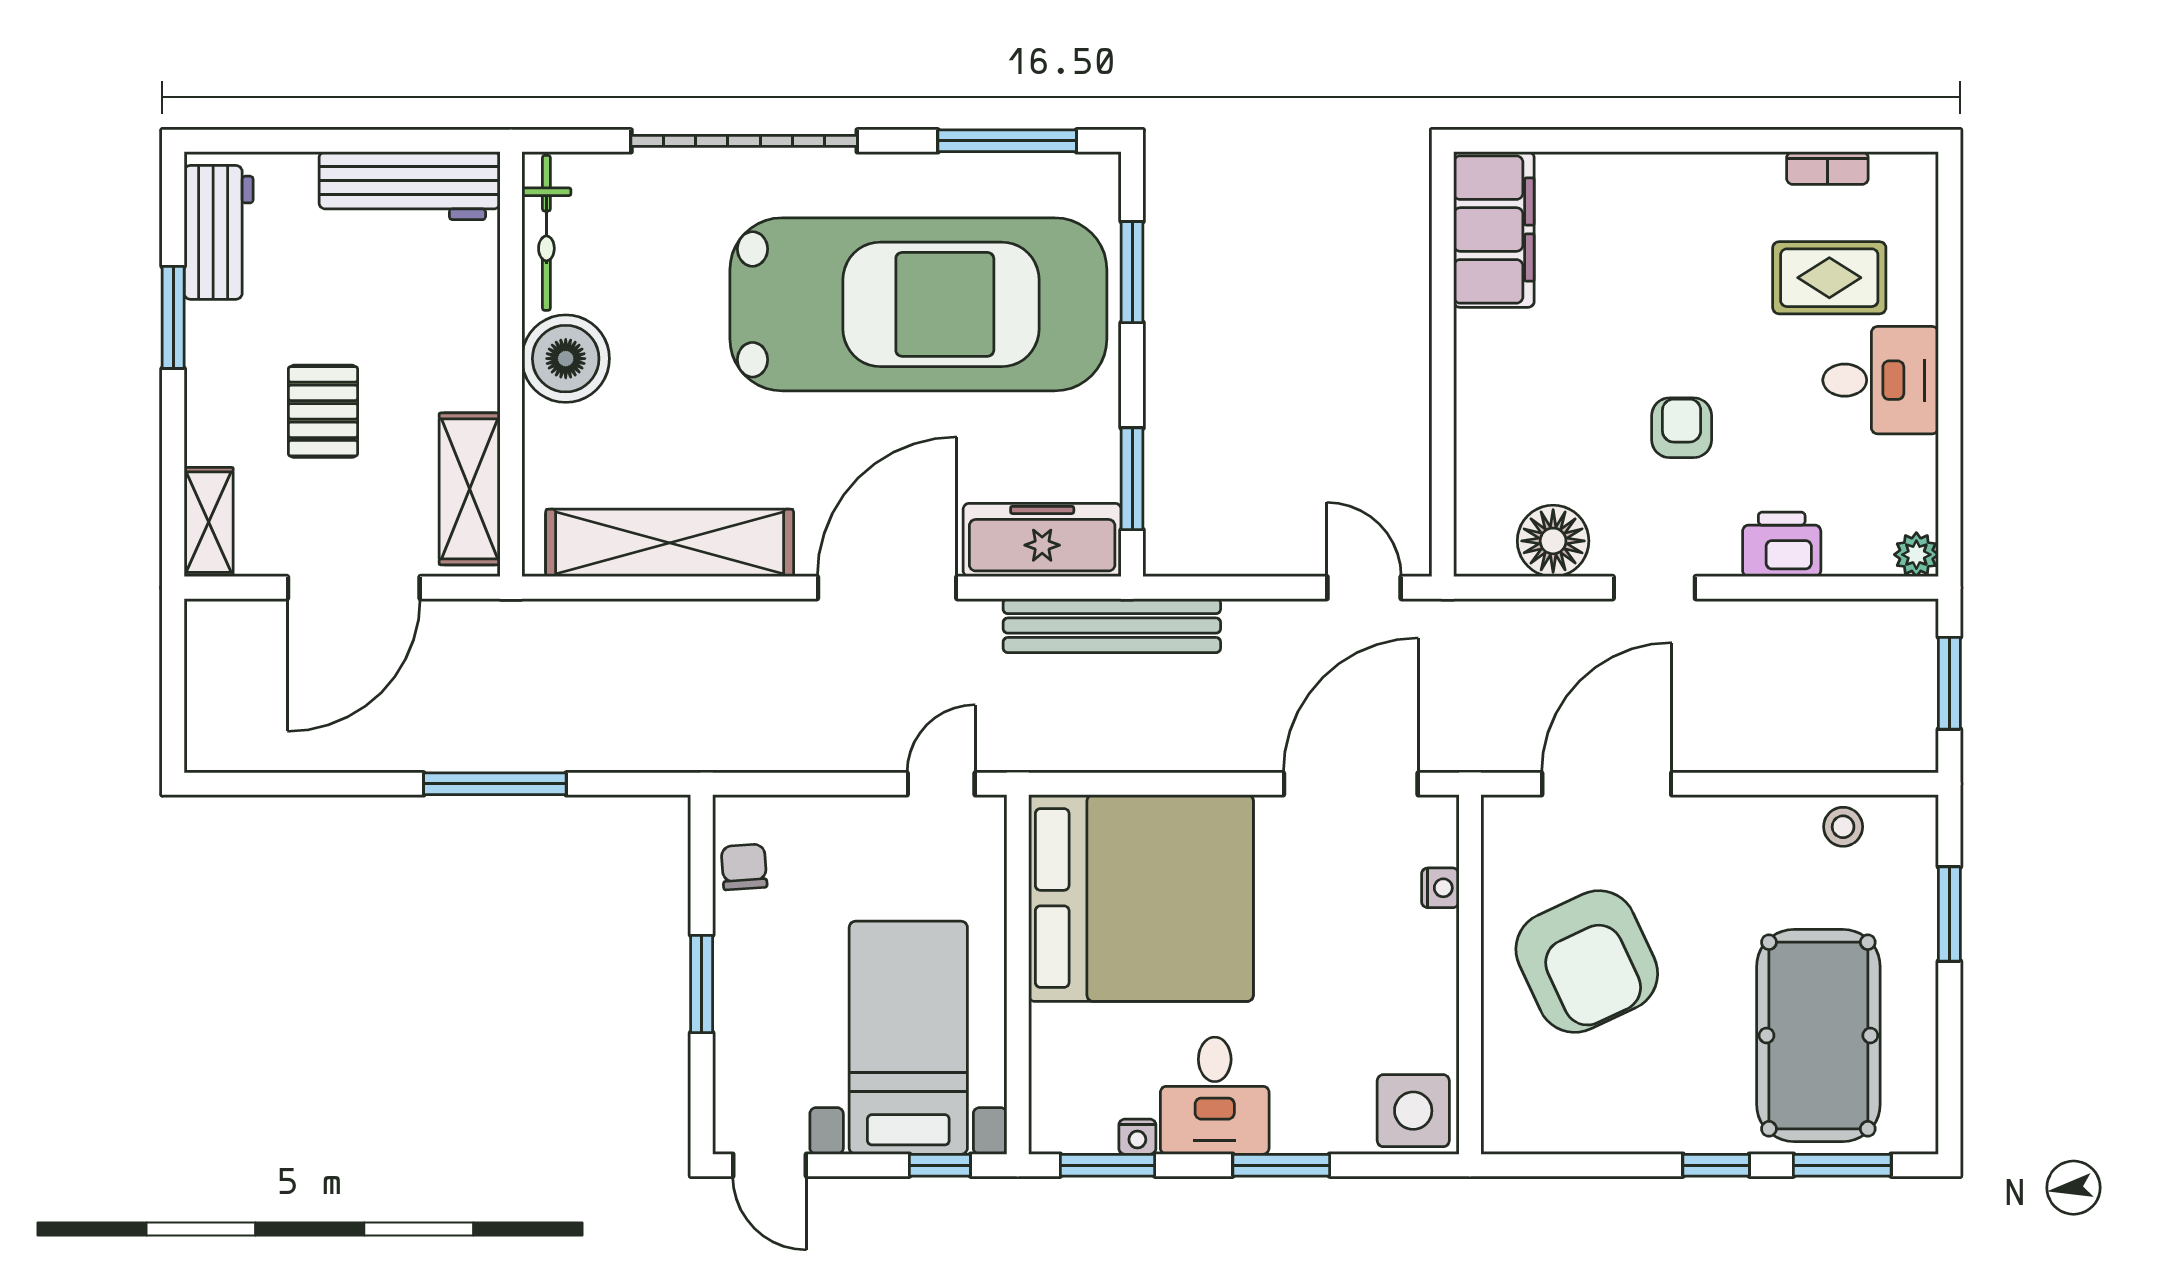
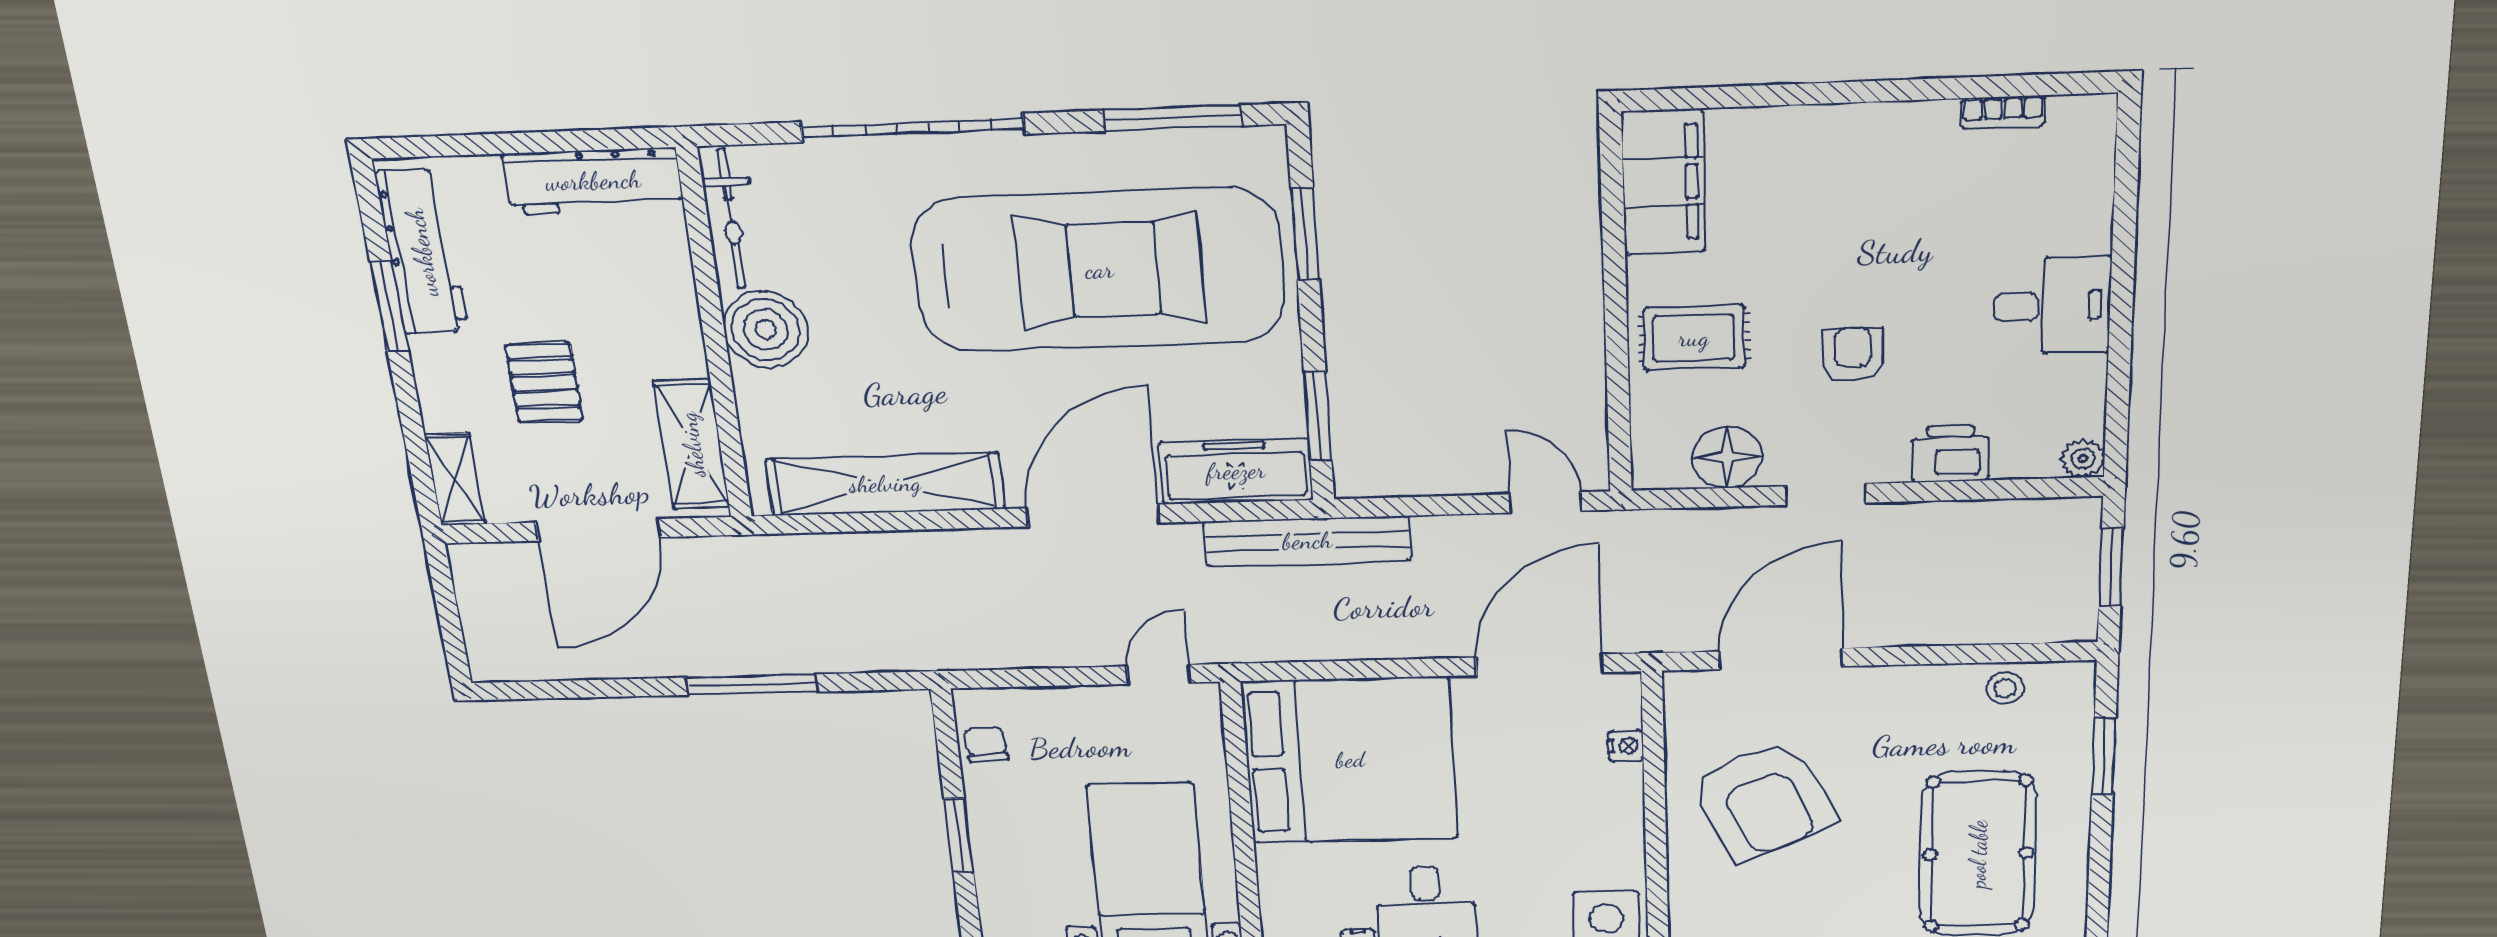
workbench: (219, 232) -> (422, 252), width x1.38
rug: (1829, 278) -> (1694, 338), moved

